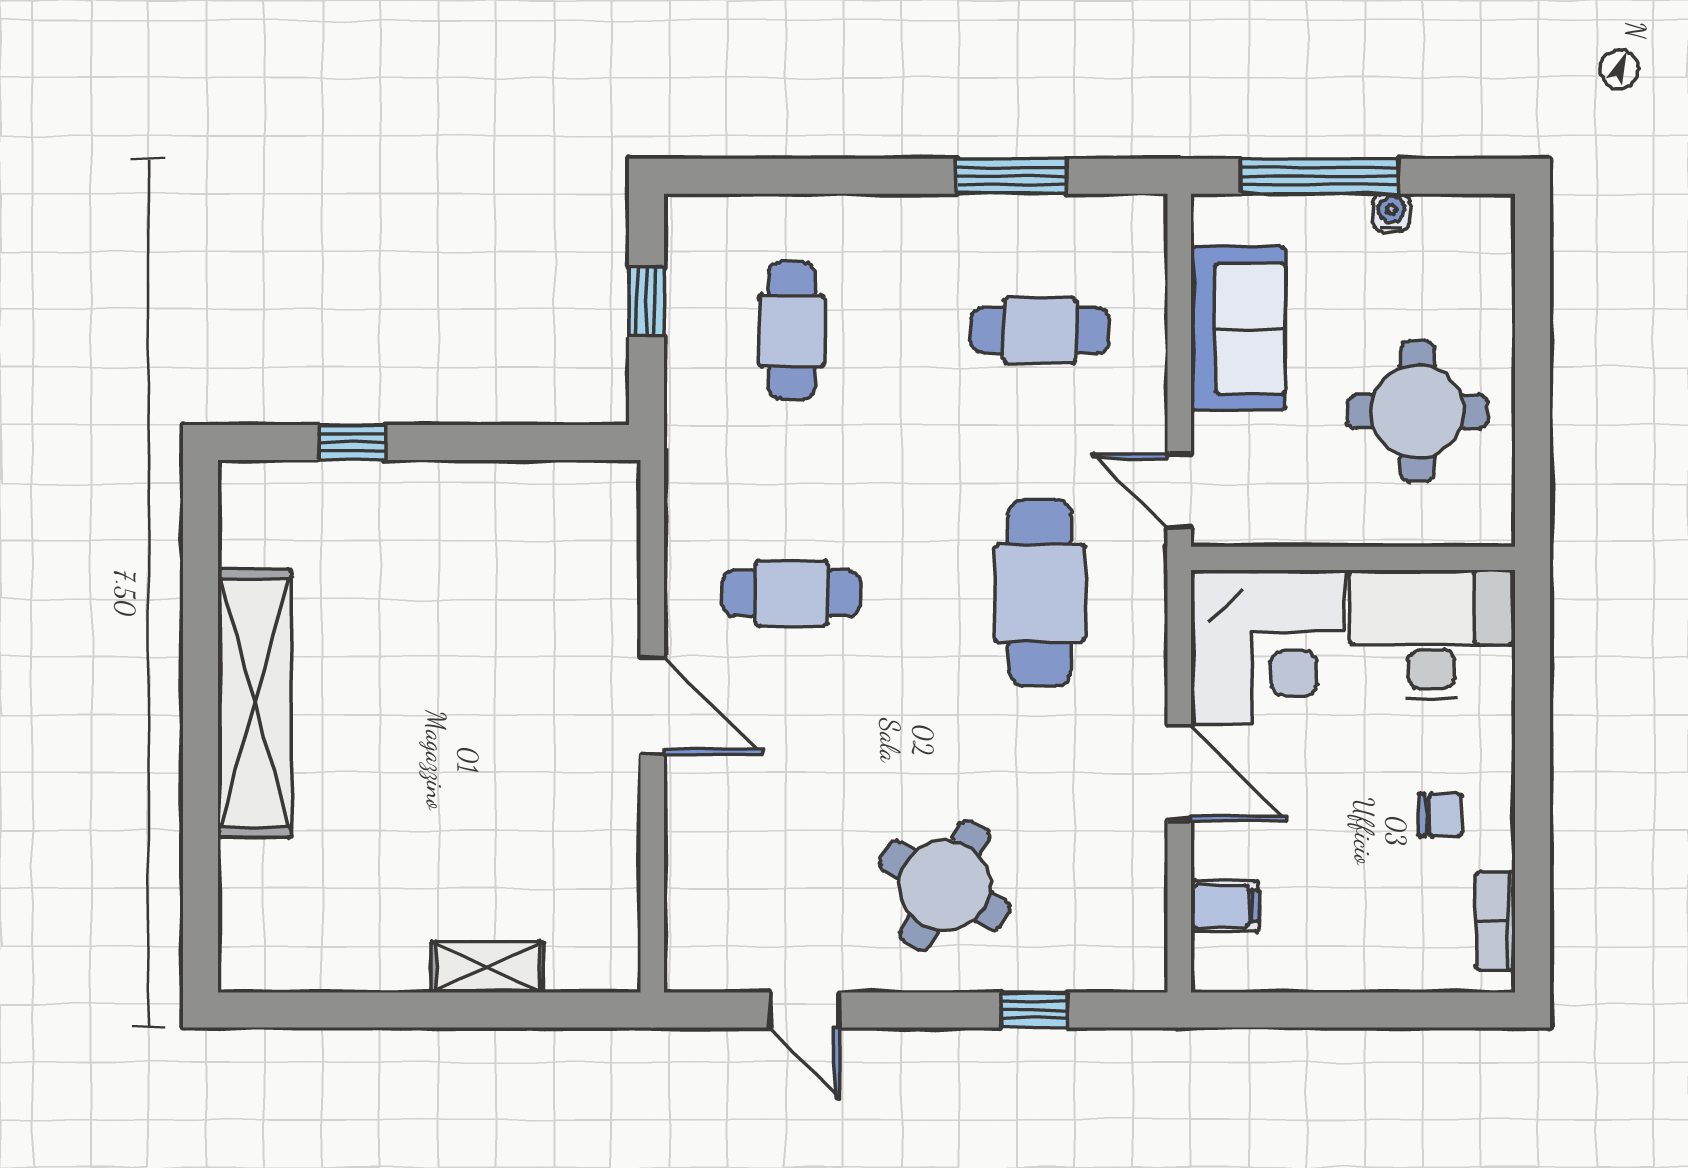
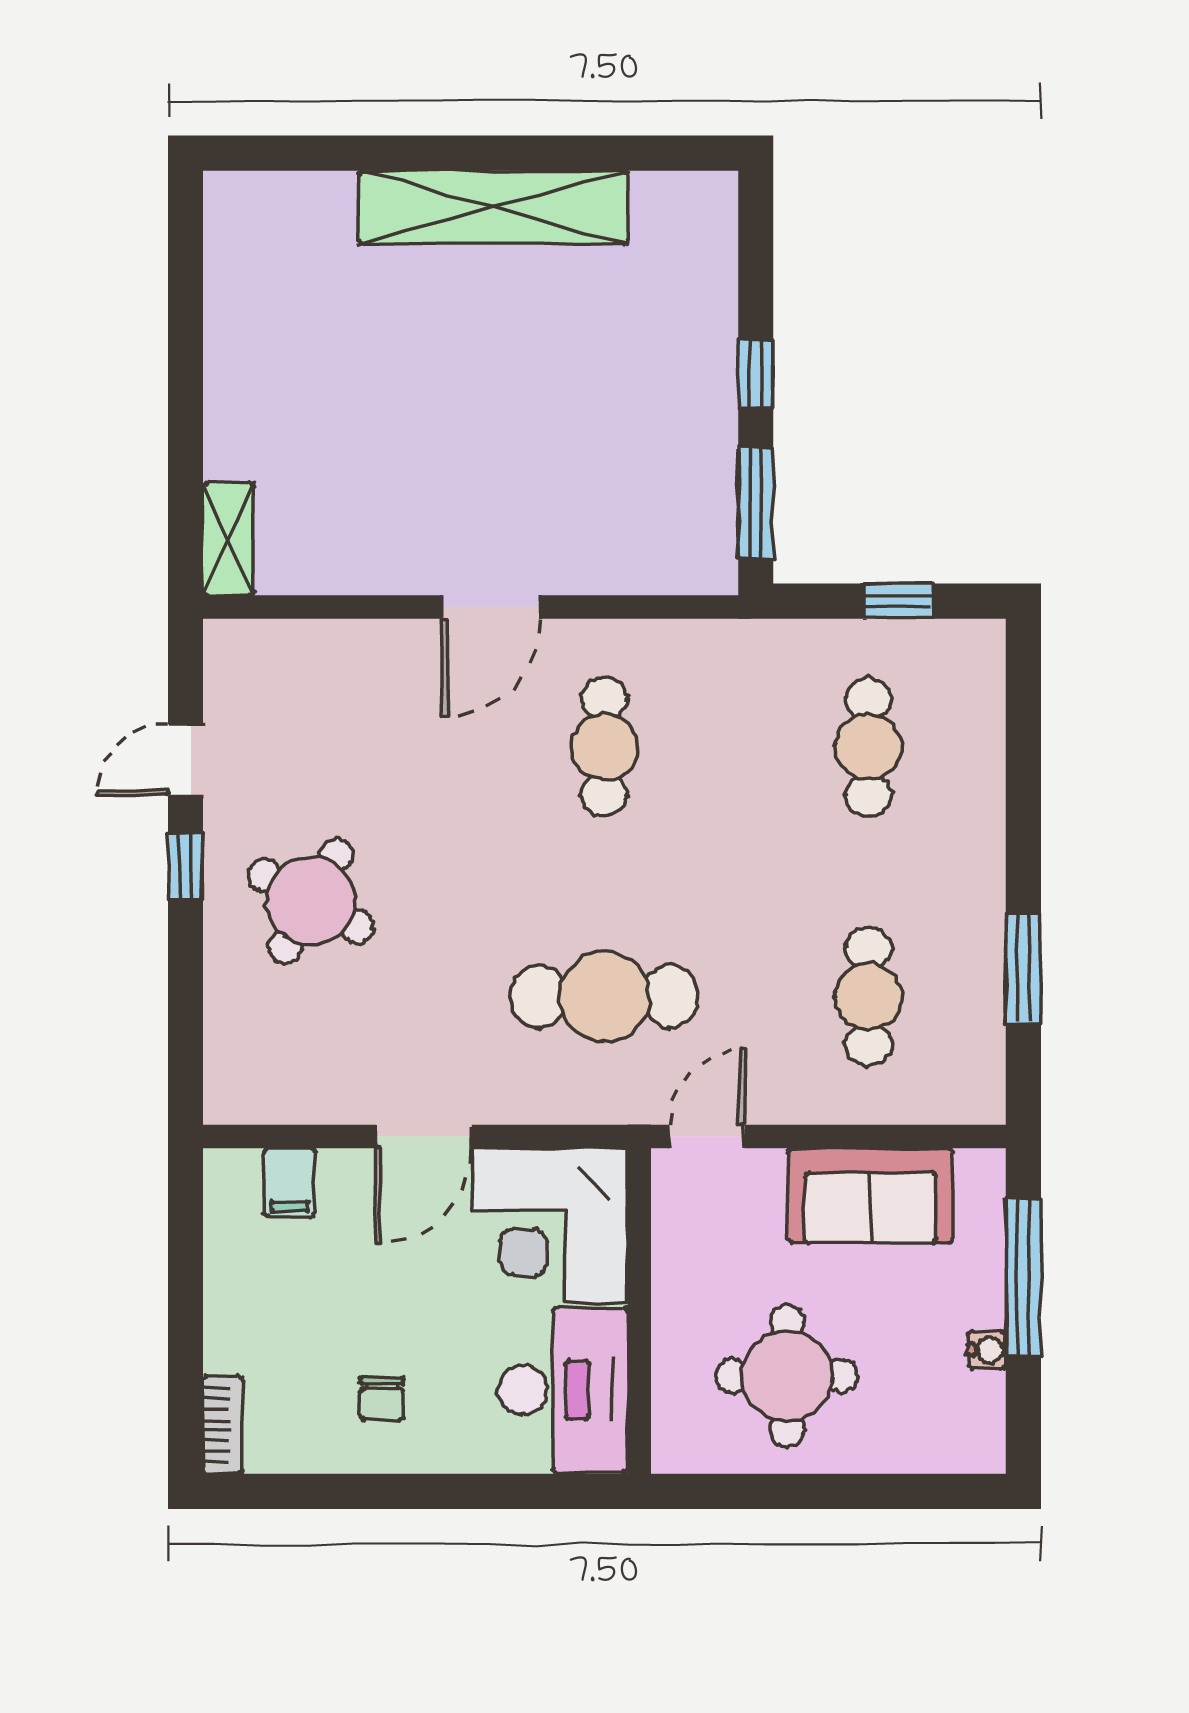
cafe table: (792, 330) -> (868, 747), turned 90
window: (352, 443) -> (756, 374), moved
window: (549, 443) -> (756, 503), added
bookcase: (1495, 921) -> (223, 1425), moved, turned 90
shelving: (487, 967) -> (228, 539), moved
window: (1034, 1010) -> (185, 866), moved

